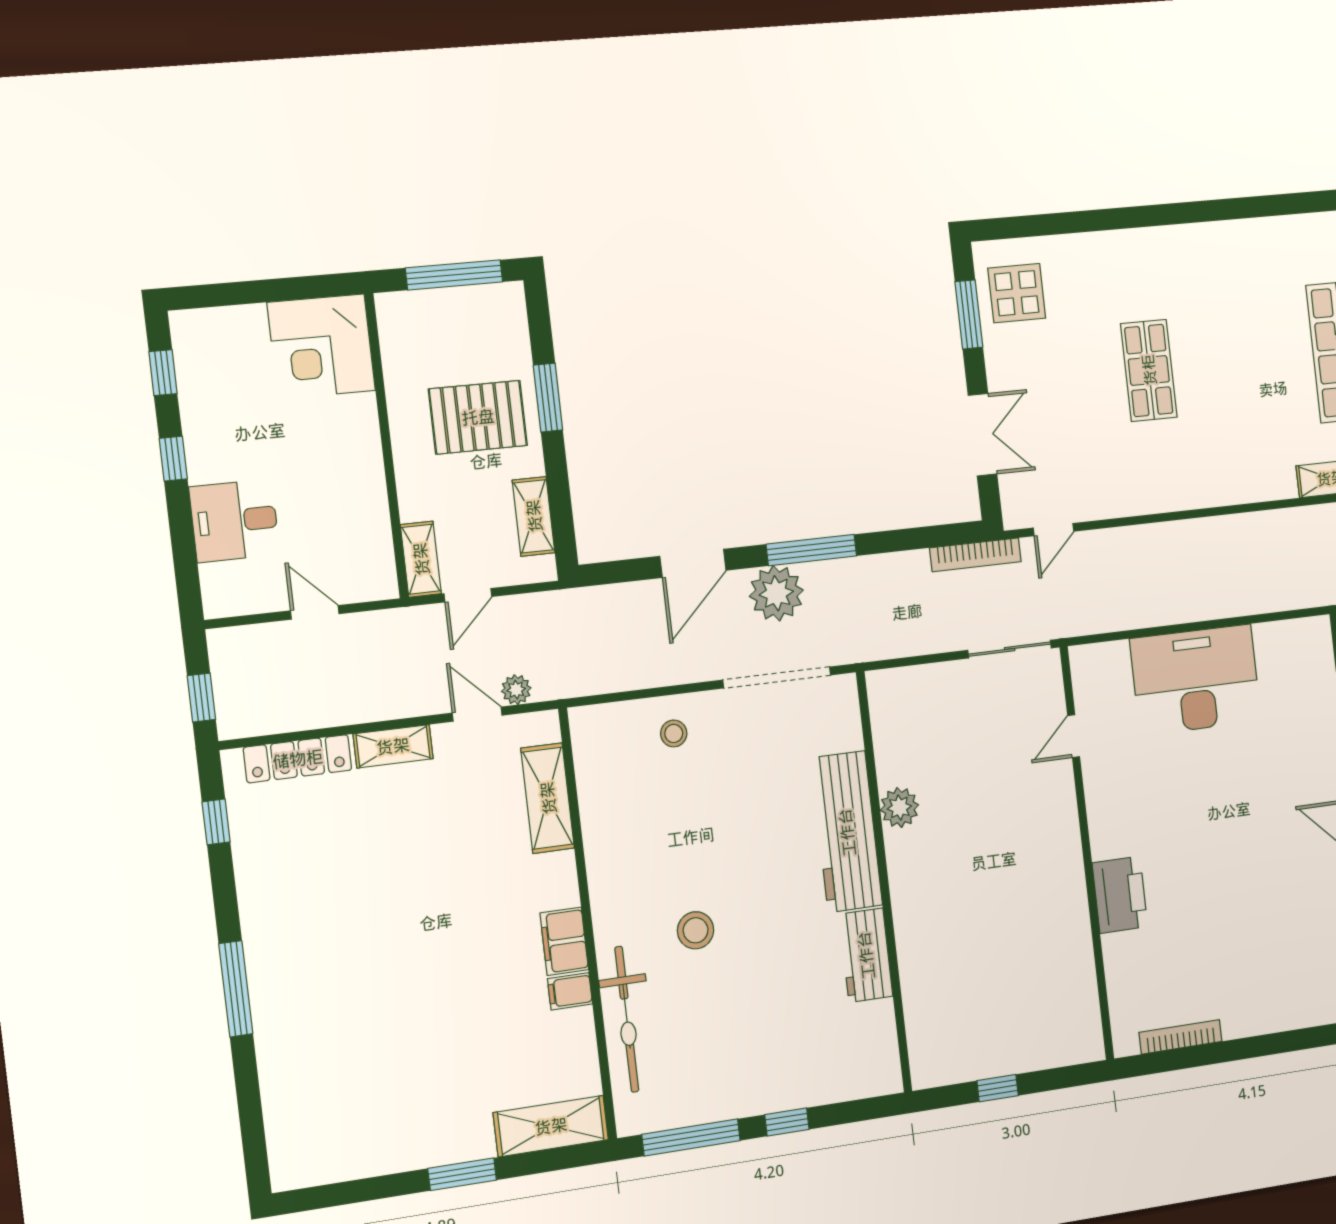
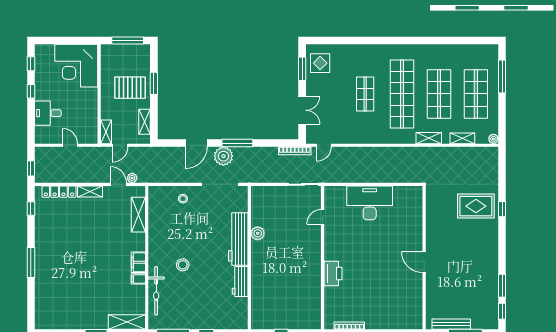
corner desk: (321, 346) -> (76, 66), width x1.36, depth x1.36
shop shelf: (1247, 361) -> (402, 94), added

